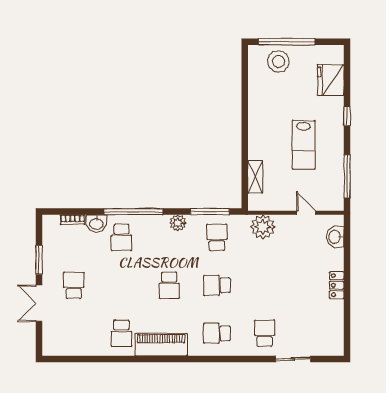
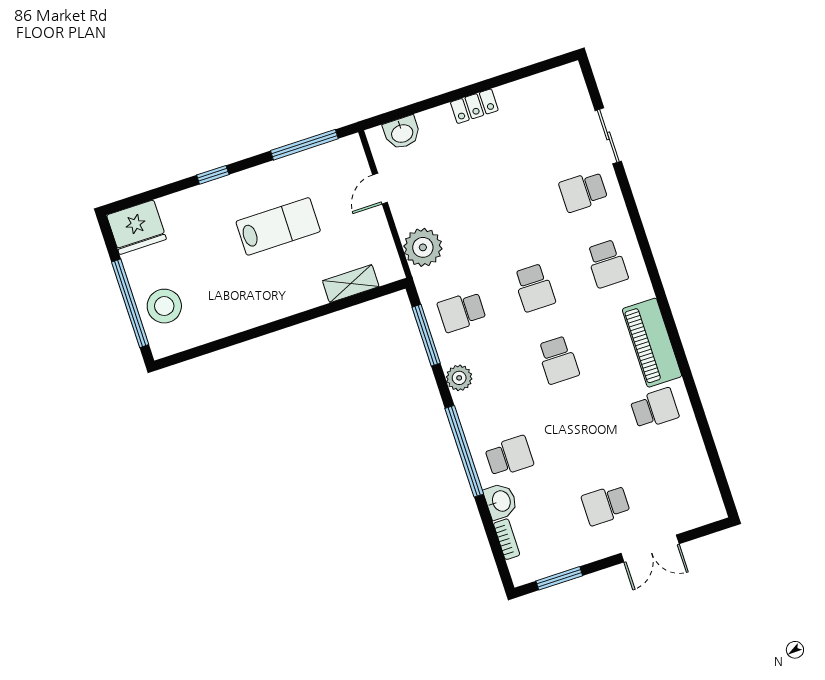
fridge: (331, 80) -> (137, 227), moved
window: (39, 260) -> (559, 578), moved
school desk: (169, 285) -> (558, 360), turned 90

